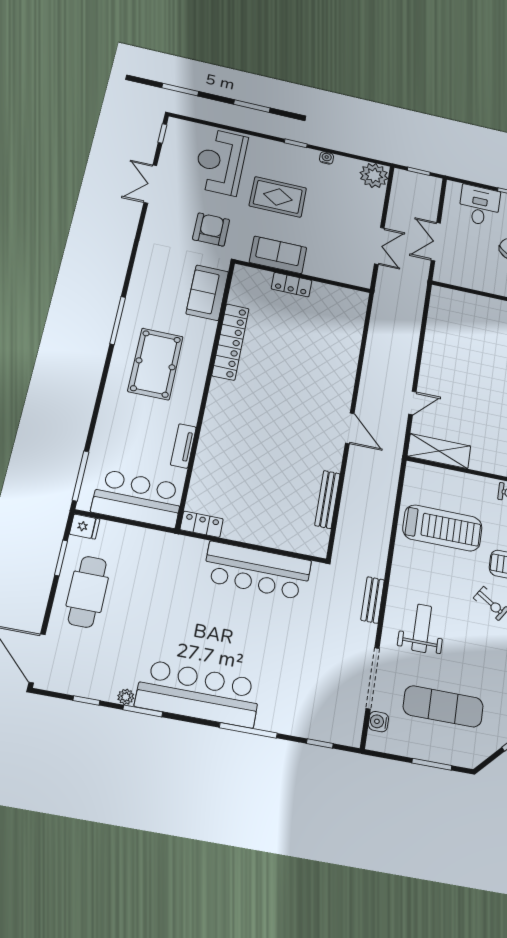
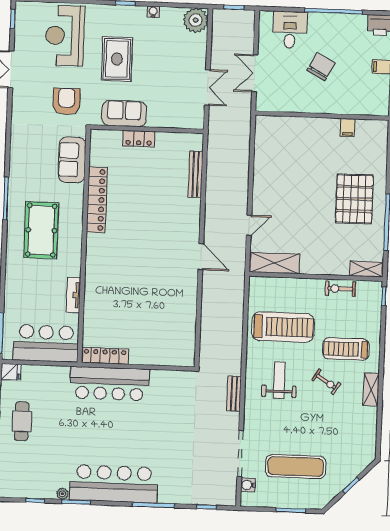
rug: (278, 197) -> (117, 59), turned 90
bench: (327, 499) -> (196, 174), moved
locker: (202, 524) -> (105, 356), width x1.53
bar counter: (257, 571) -> (110, 384), moved
cafe table: (87, 592) -> (22, 421), width x0.73, depth x0.74
weight bench: (422, 628) -> (279, 380), moved

